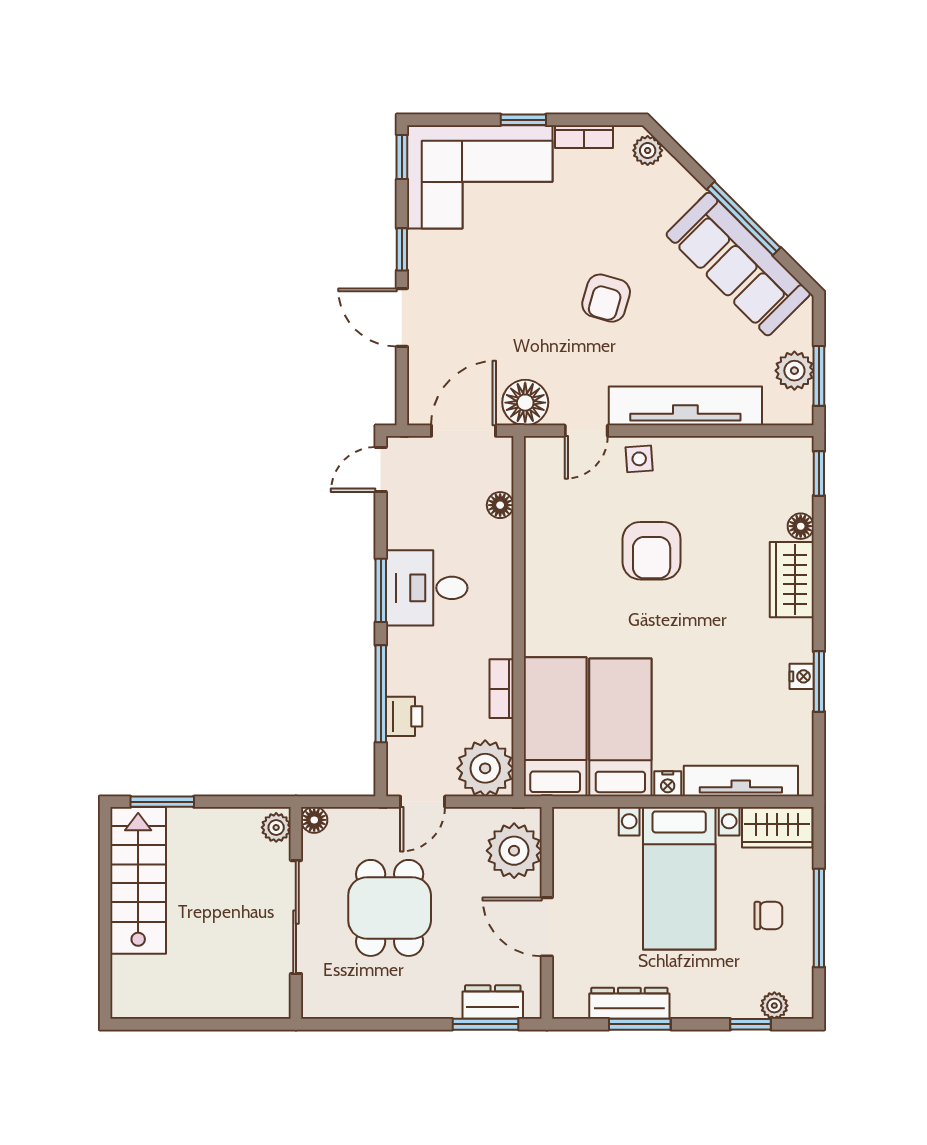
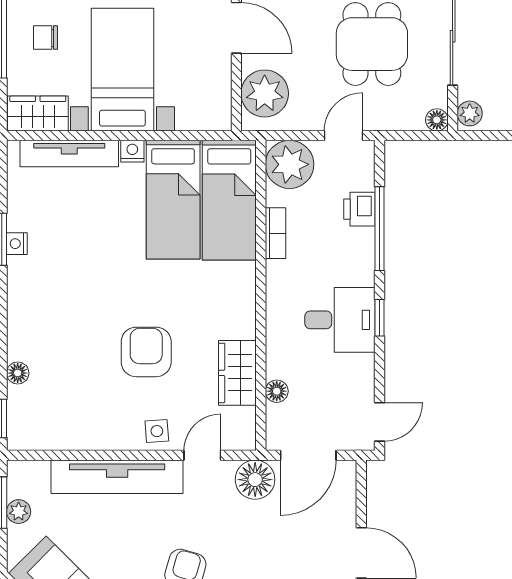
plant: (794, 371) -> (19, 512), width x0.73, depth x0.73
wardrobe: (792, 580) -> (237, 373), moved, turned 180
window: (381, 590) -> (380, 318), width x0.67

